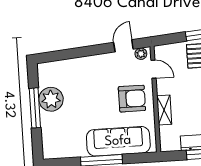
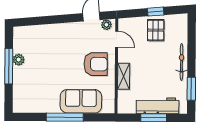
plant: (51, 99) -> (19, 60), width x0.53, depth x0.53
sofa: (118, 141) -> (81, 101), width x0.73

